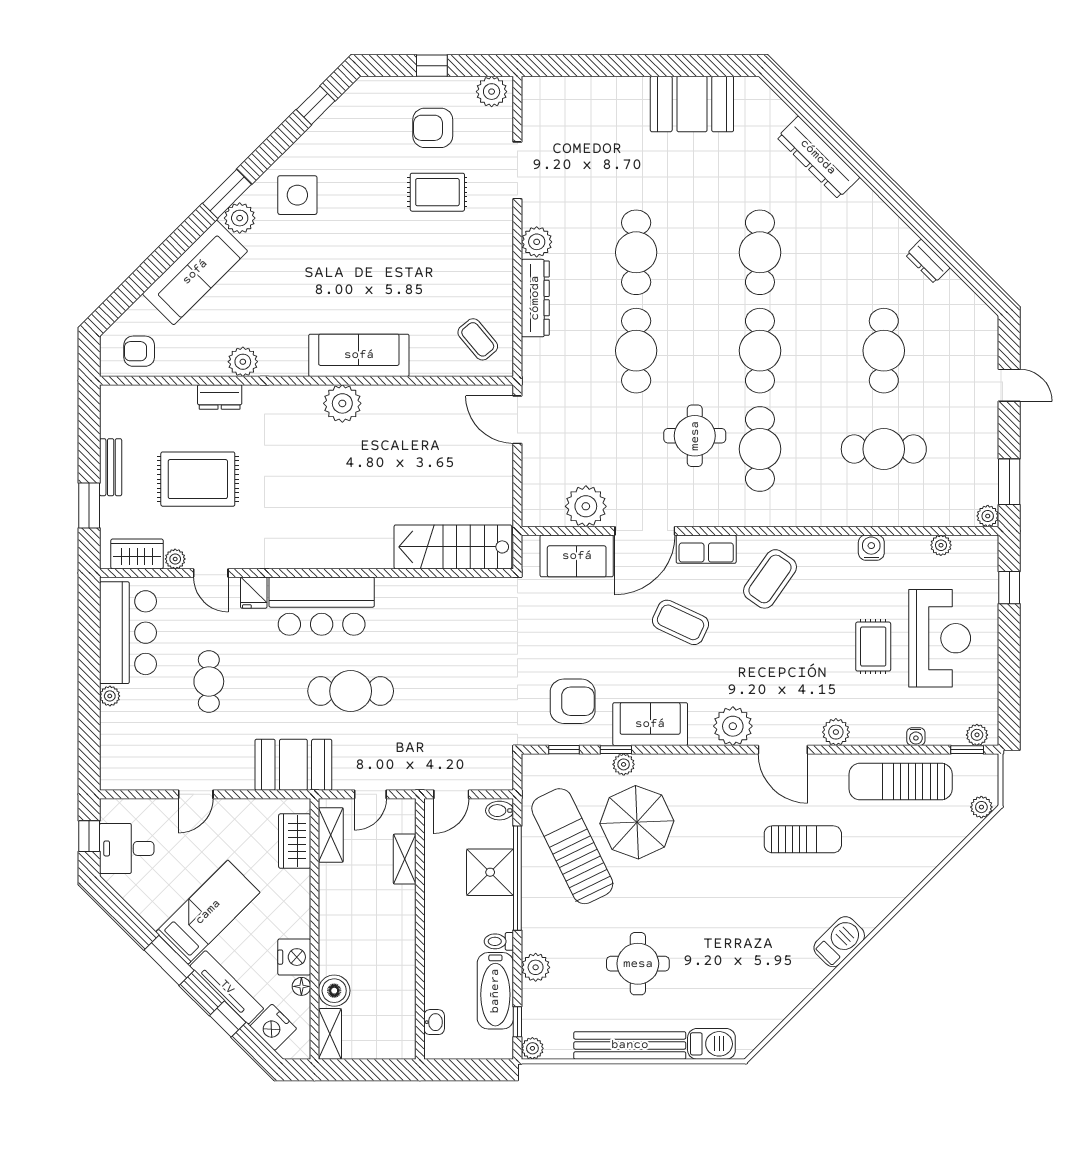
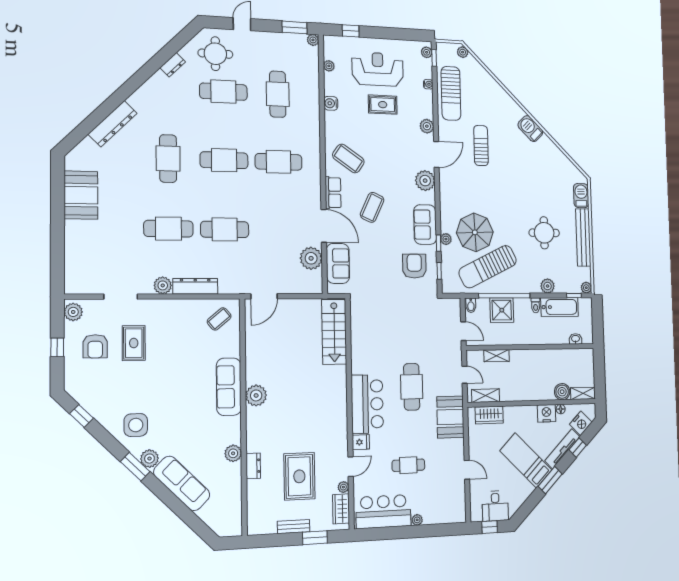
cafe table: (760, 252) -> (168, 159), turned 90
armchair: (139, 351) -> (228, 514), removed
round table: (695, 436) -> (215, 54), moved

